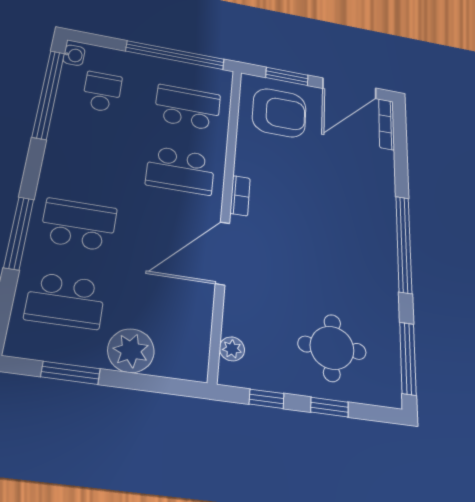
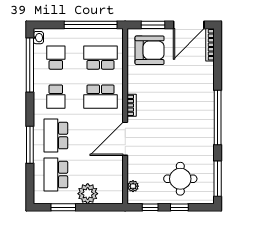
school desk: (91, 155) -> (56, 97), added
school desk: (79, 224) -> (56, 136), turned -90
school desk: (65, 301) -> (56, 175), turned 90

